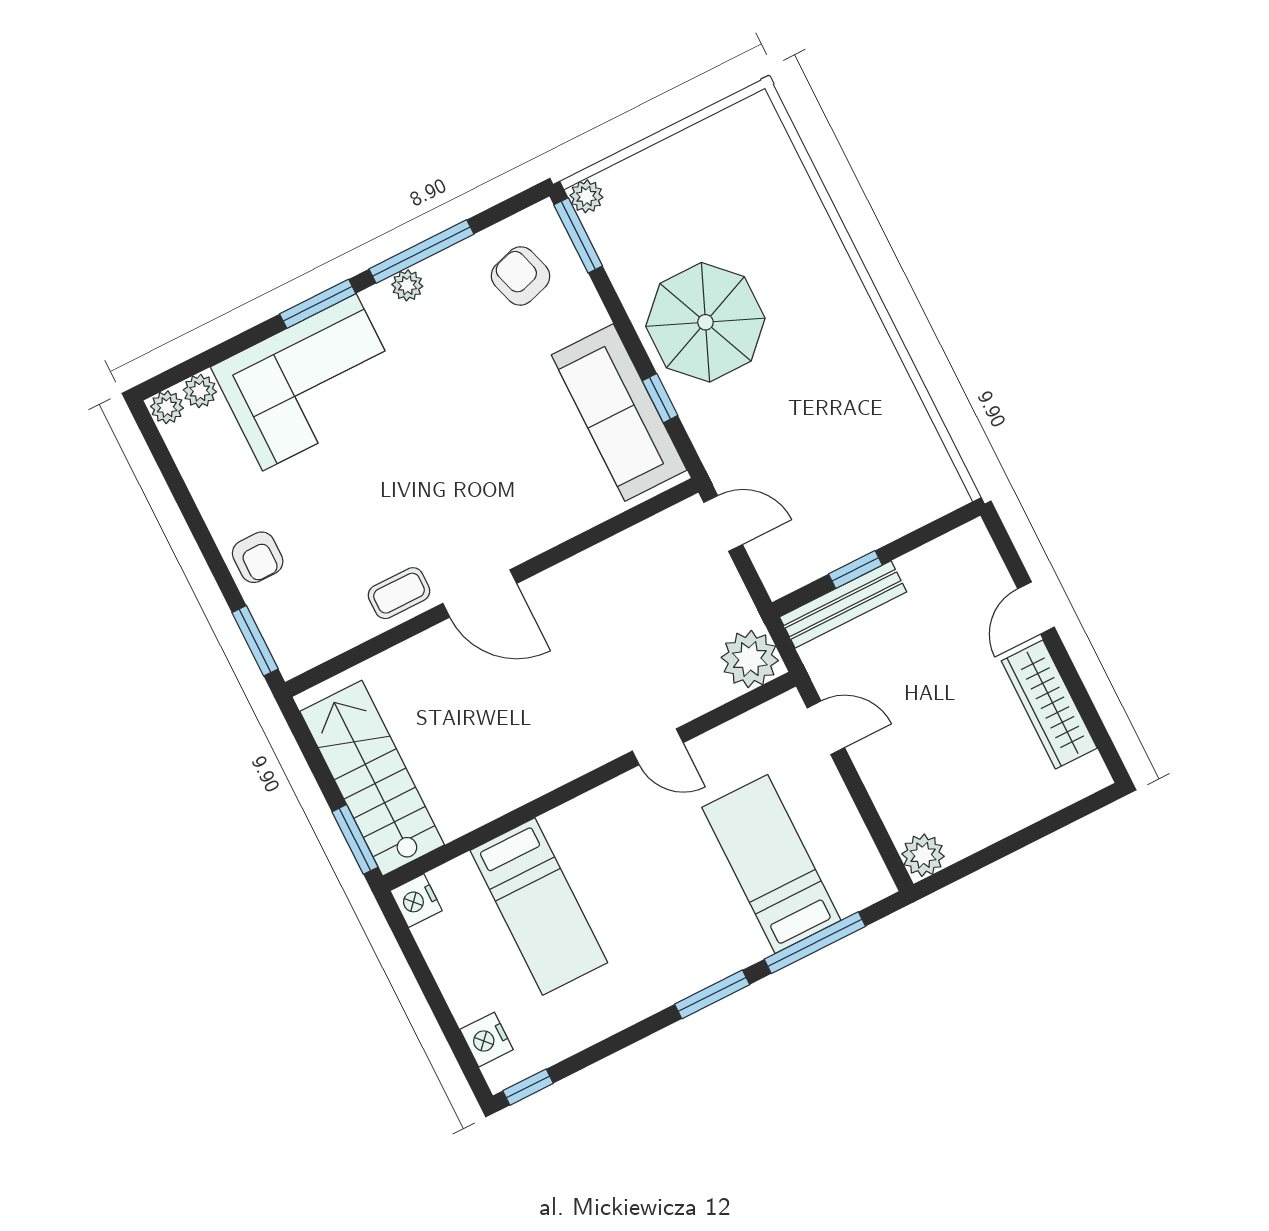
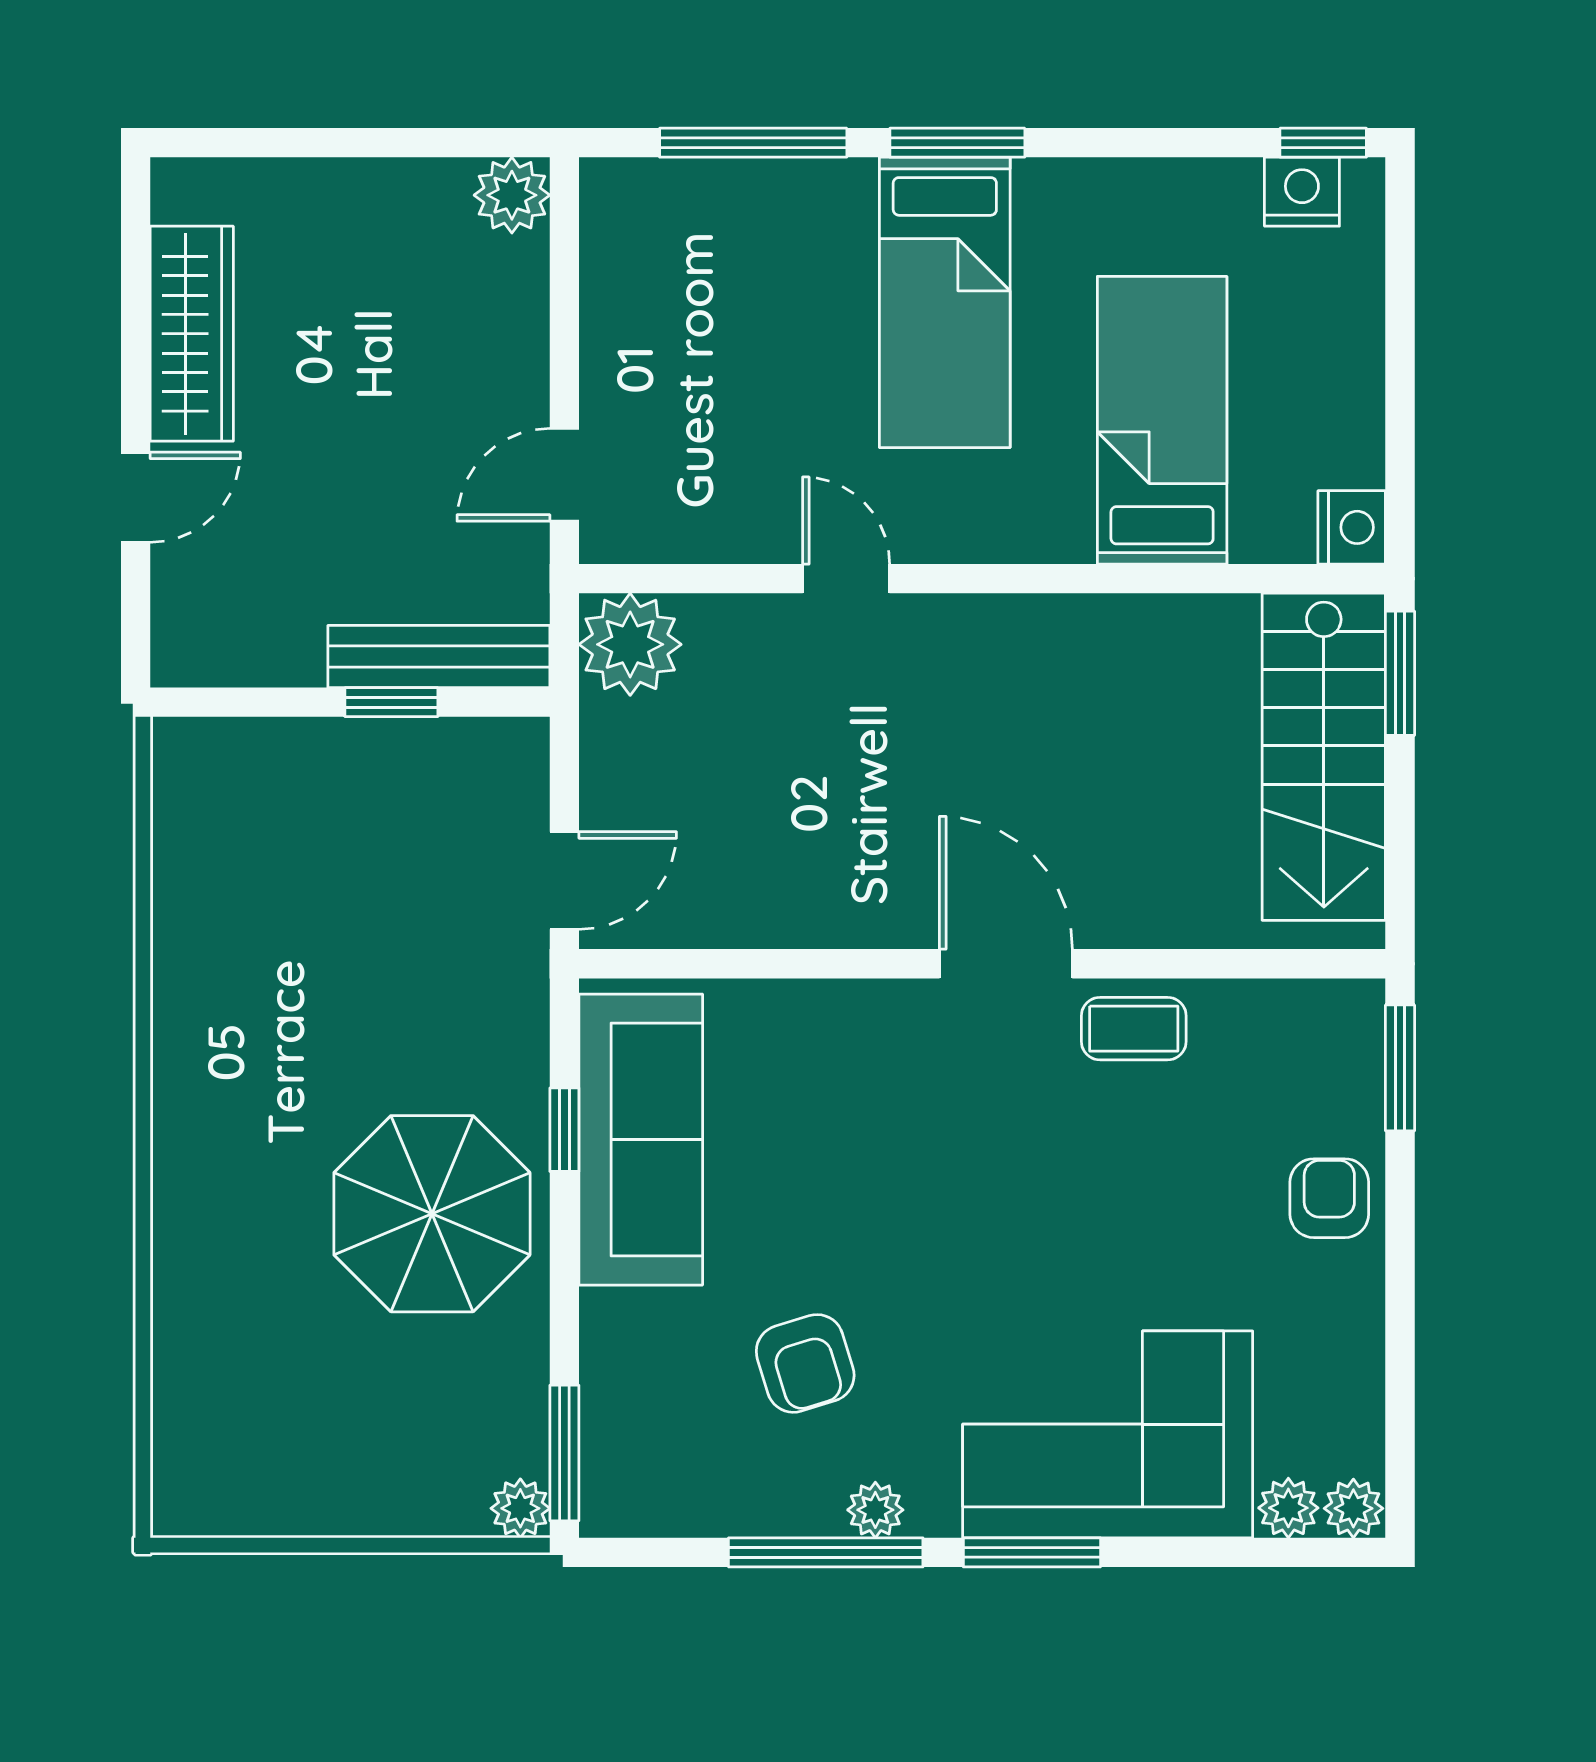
armchair: (520, 276) -> (805, 1363), moved
door: (723, 524) -> (564, 881), swing flipped
door: (826, 728) -> (564, 475), hinge flipped
bed: (771, 864) -> (945, 302), moved
nightstand: (487, 1040) -> (1302, 192), moved, turned -90

